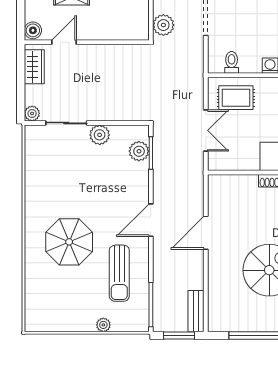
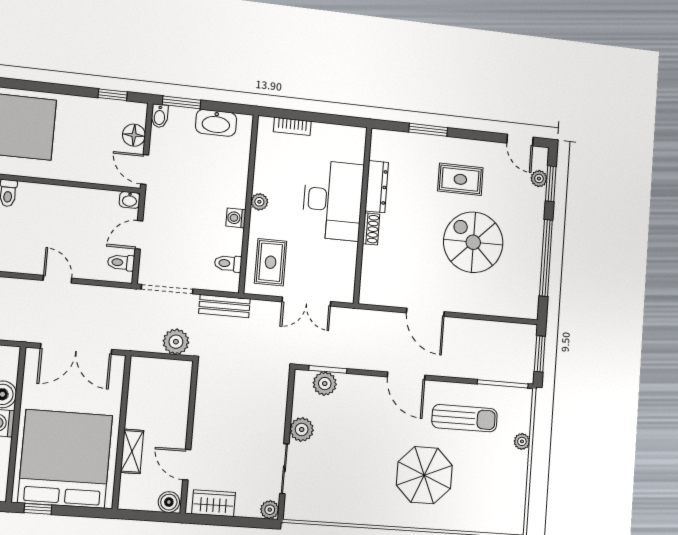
double door: (206, 130) -> (306, 302), swing flipped
bench: (196, 311) -> (224, 306), moved

